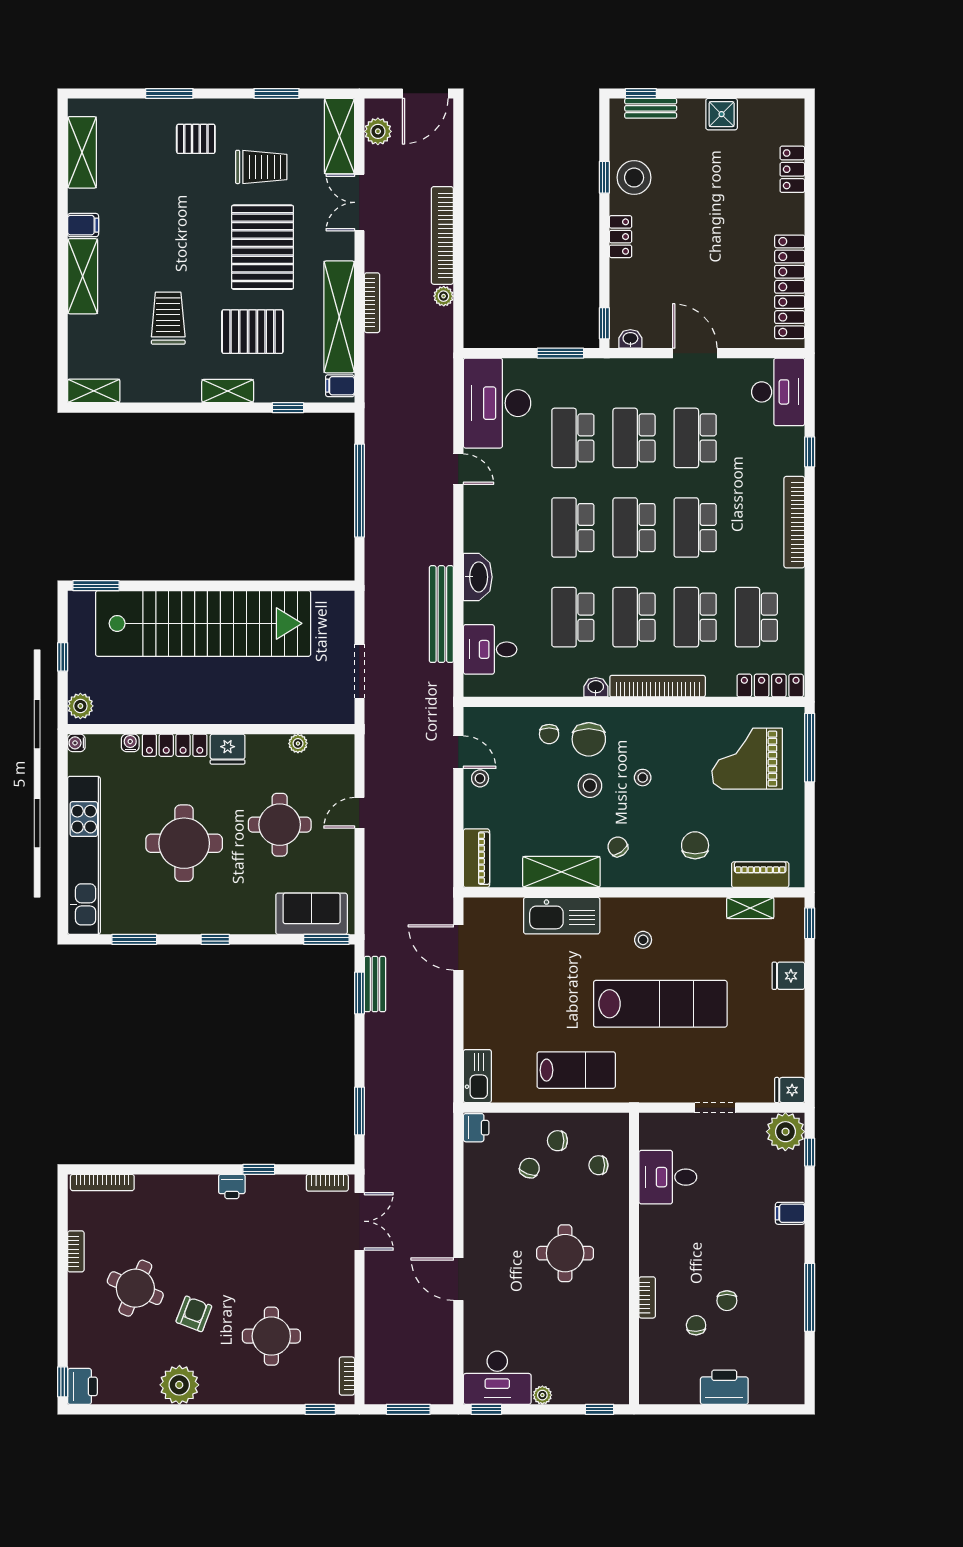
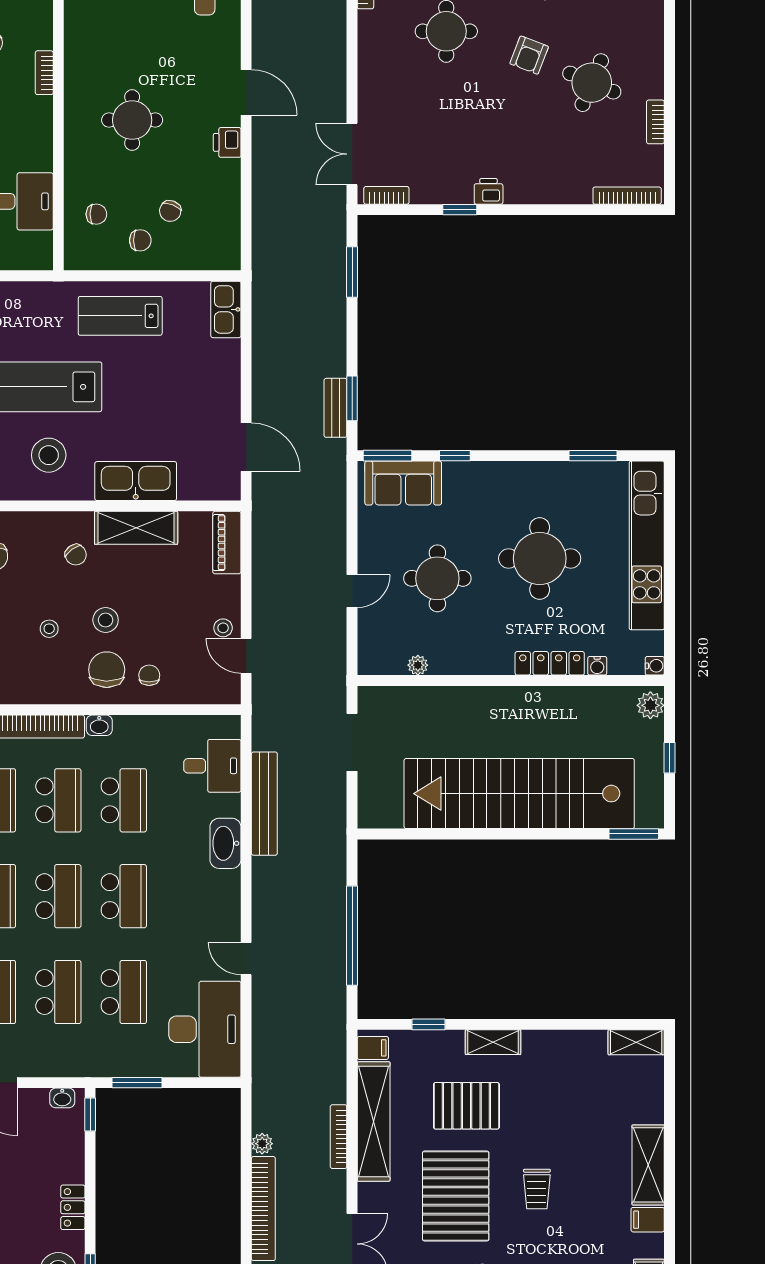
trolley: (168, 318) -> (537, 1189), moved, width x0.73, depth x0.72
fridge: (228, 749) -> (493, 659), removed
window: (215, 939) -> (455, 456), moved
stool: (643, 940) -> (49, 455), width x1.89, depth x1.89
printer: (476, 1128) -> (227, 142), moved

